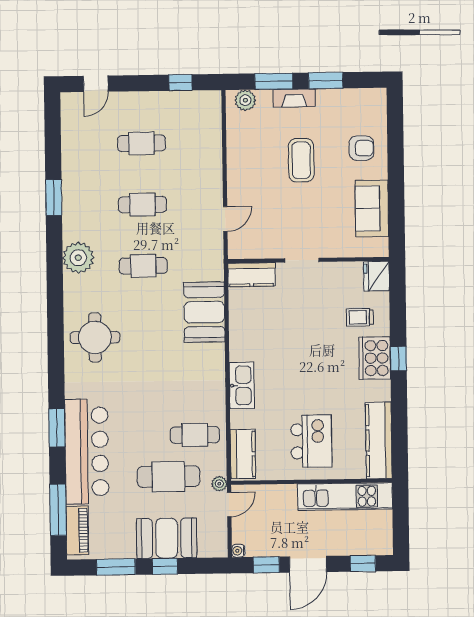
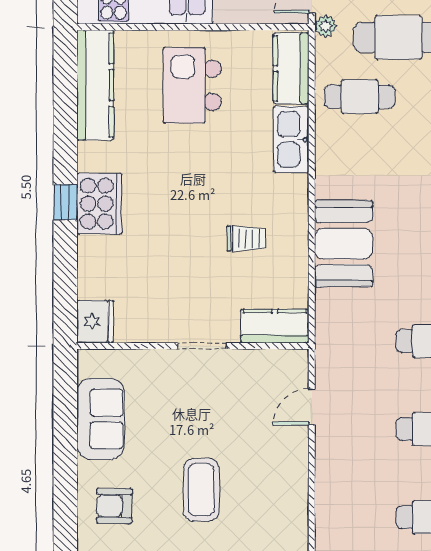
booth: (204, 312) -> (344, 244), moved
trolley: (360, 317) -> (247, 239), moved
kitchen sink: (242, 385) -> (291, 139), moved

